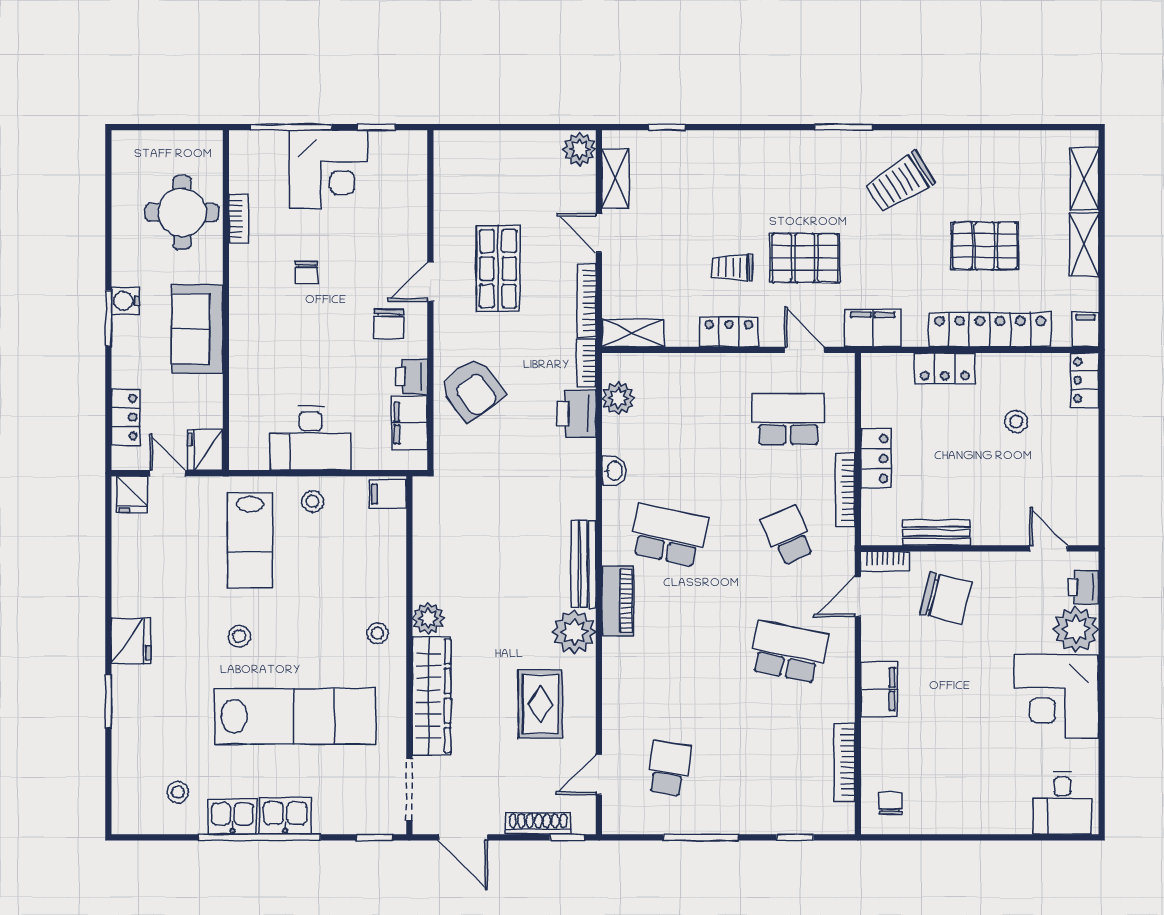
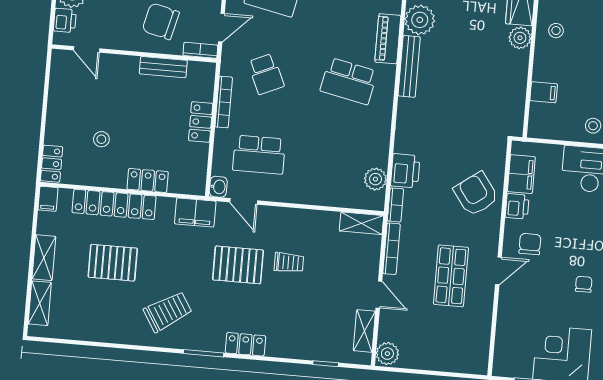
locker: (729, 332) -> (245, 344), moved, turned 180
washbasin: (614, 471) -> (218, 187), moved, turned 180
filing cabinet: (388, 494) -> (544, 92), moved

